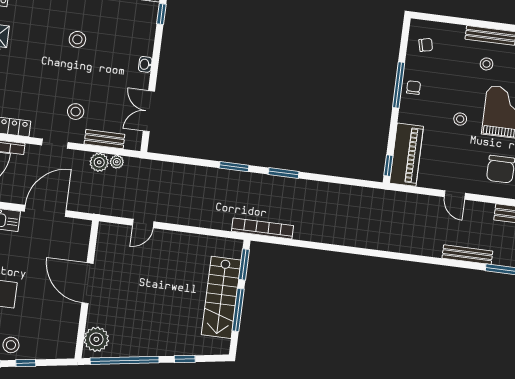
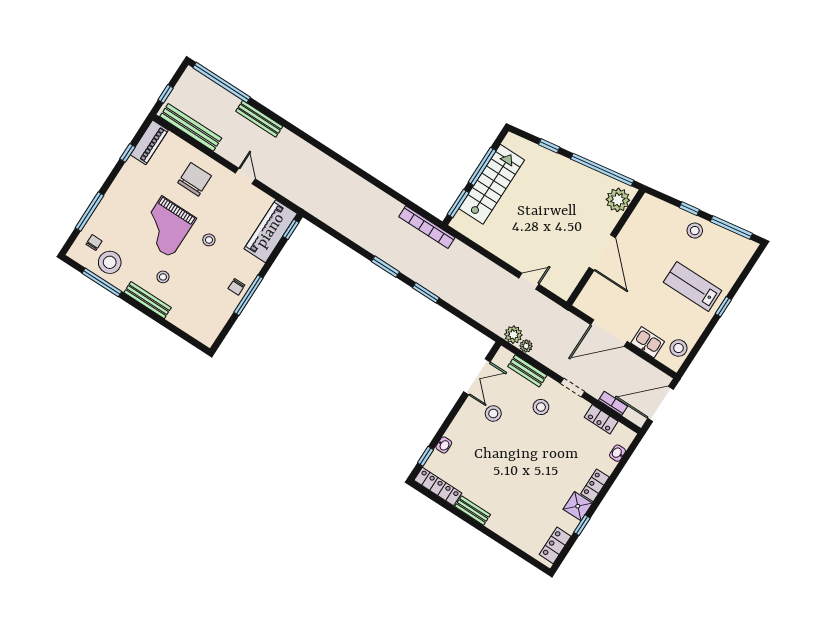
stool: (77, 39) -> (493, 413), moved
chair: (426, 45) -> (208, 319), removed
washbasin: (145, 64) -> (444, 445), moved
plant: (99, 162) -> (513, 335), moved

